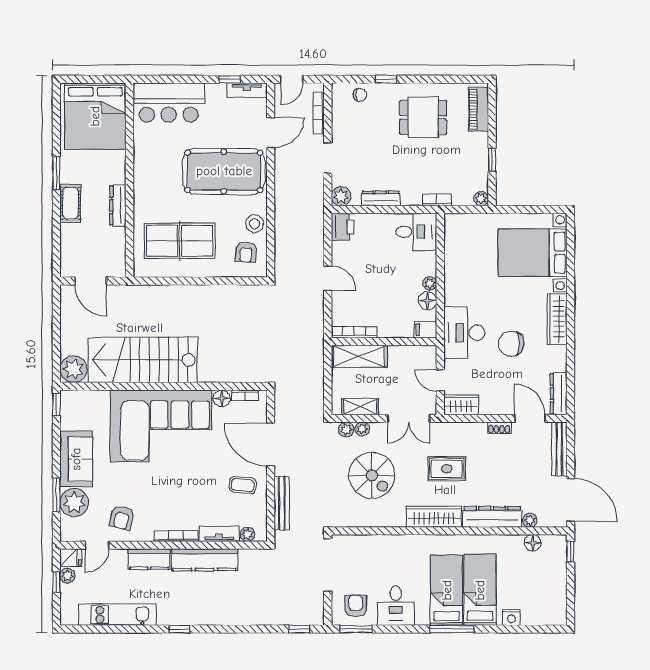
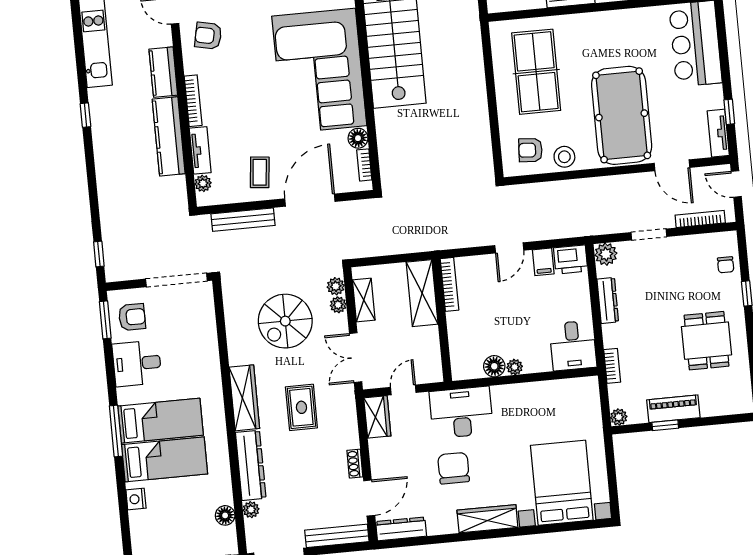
piano: (479, 109) -> (673, 409), moved
filing cabinet: (425, 330) -> (543, 262), moved, turned 180

